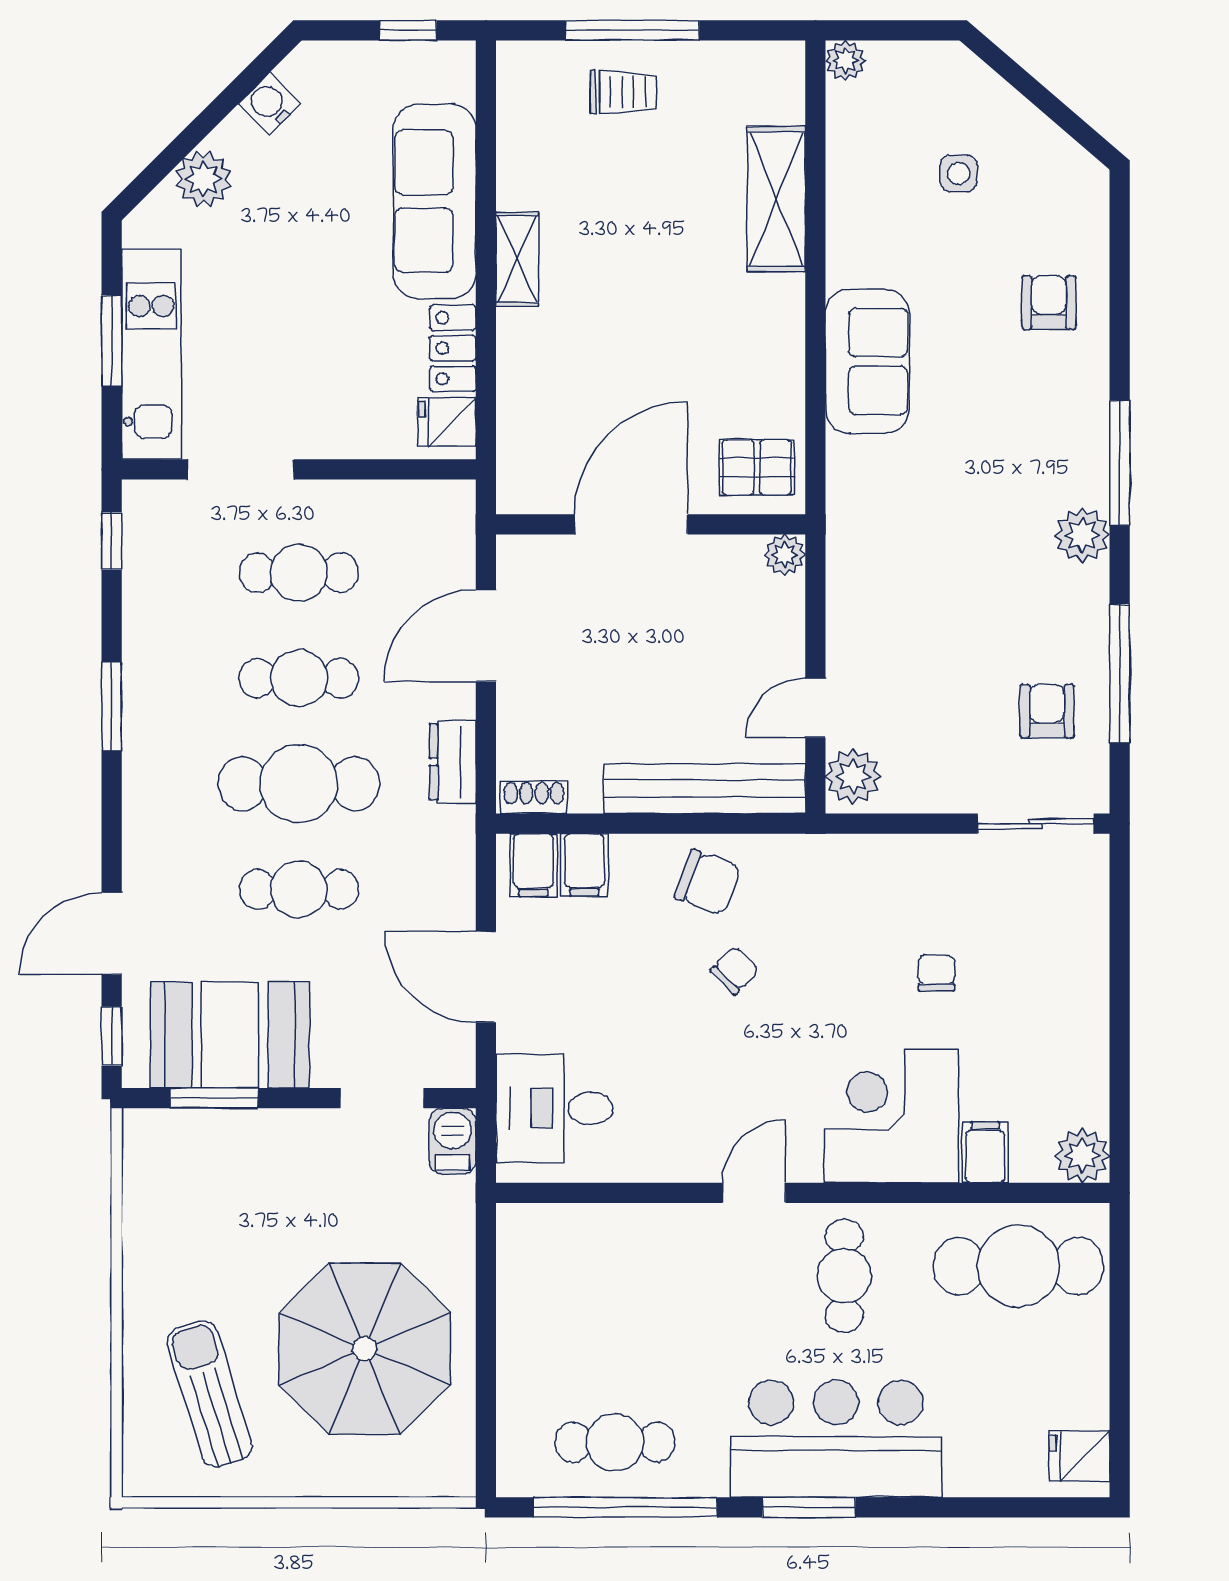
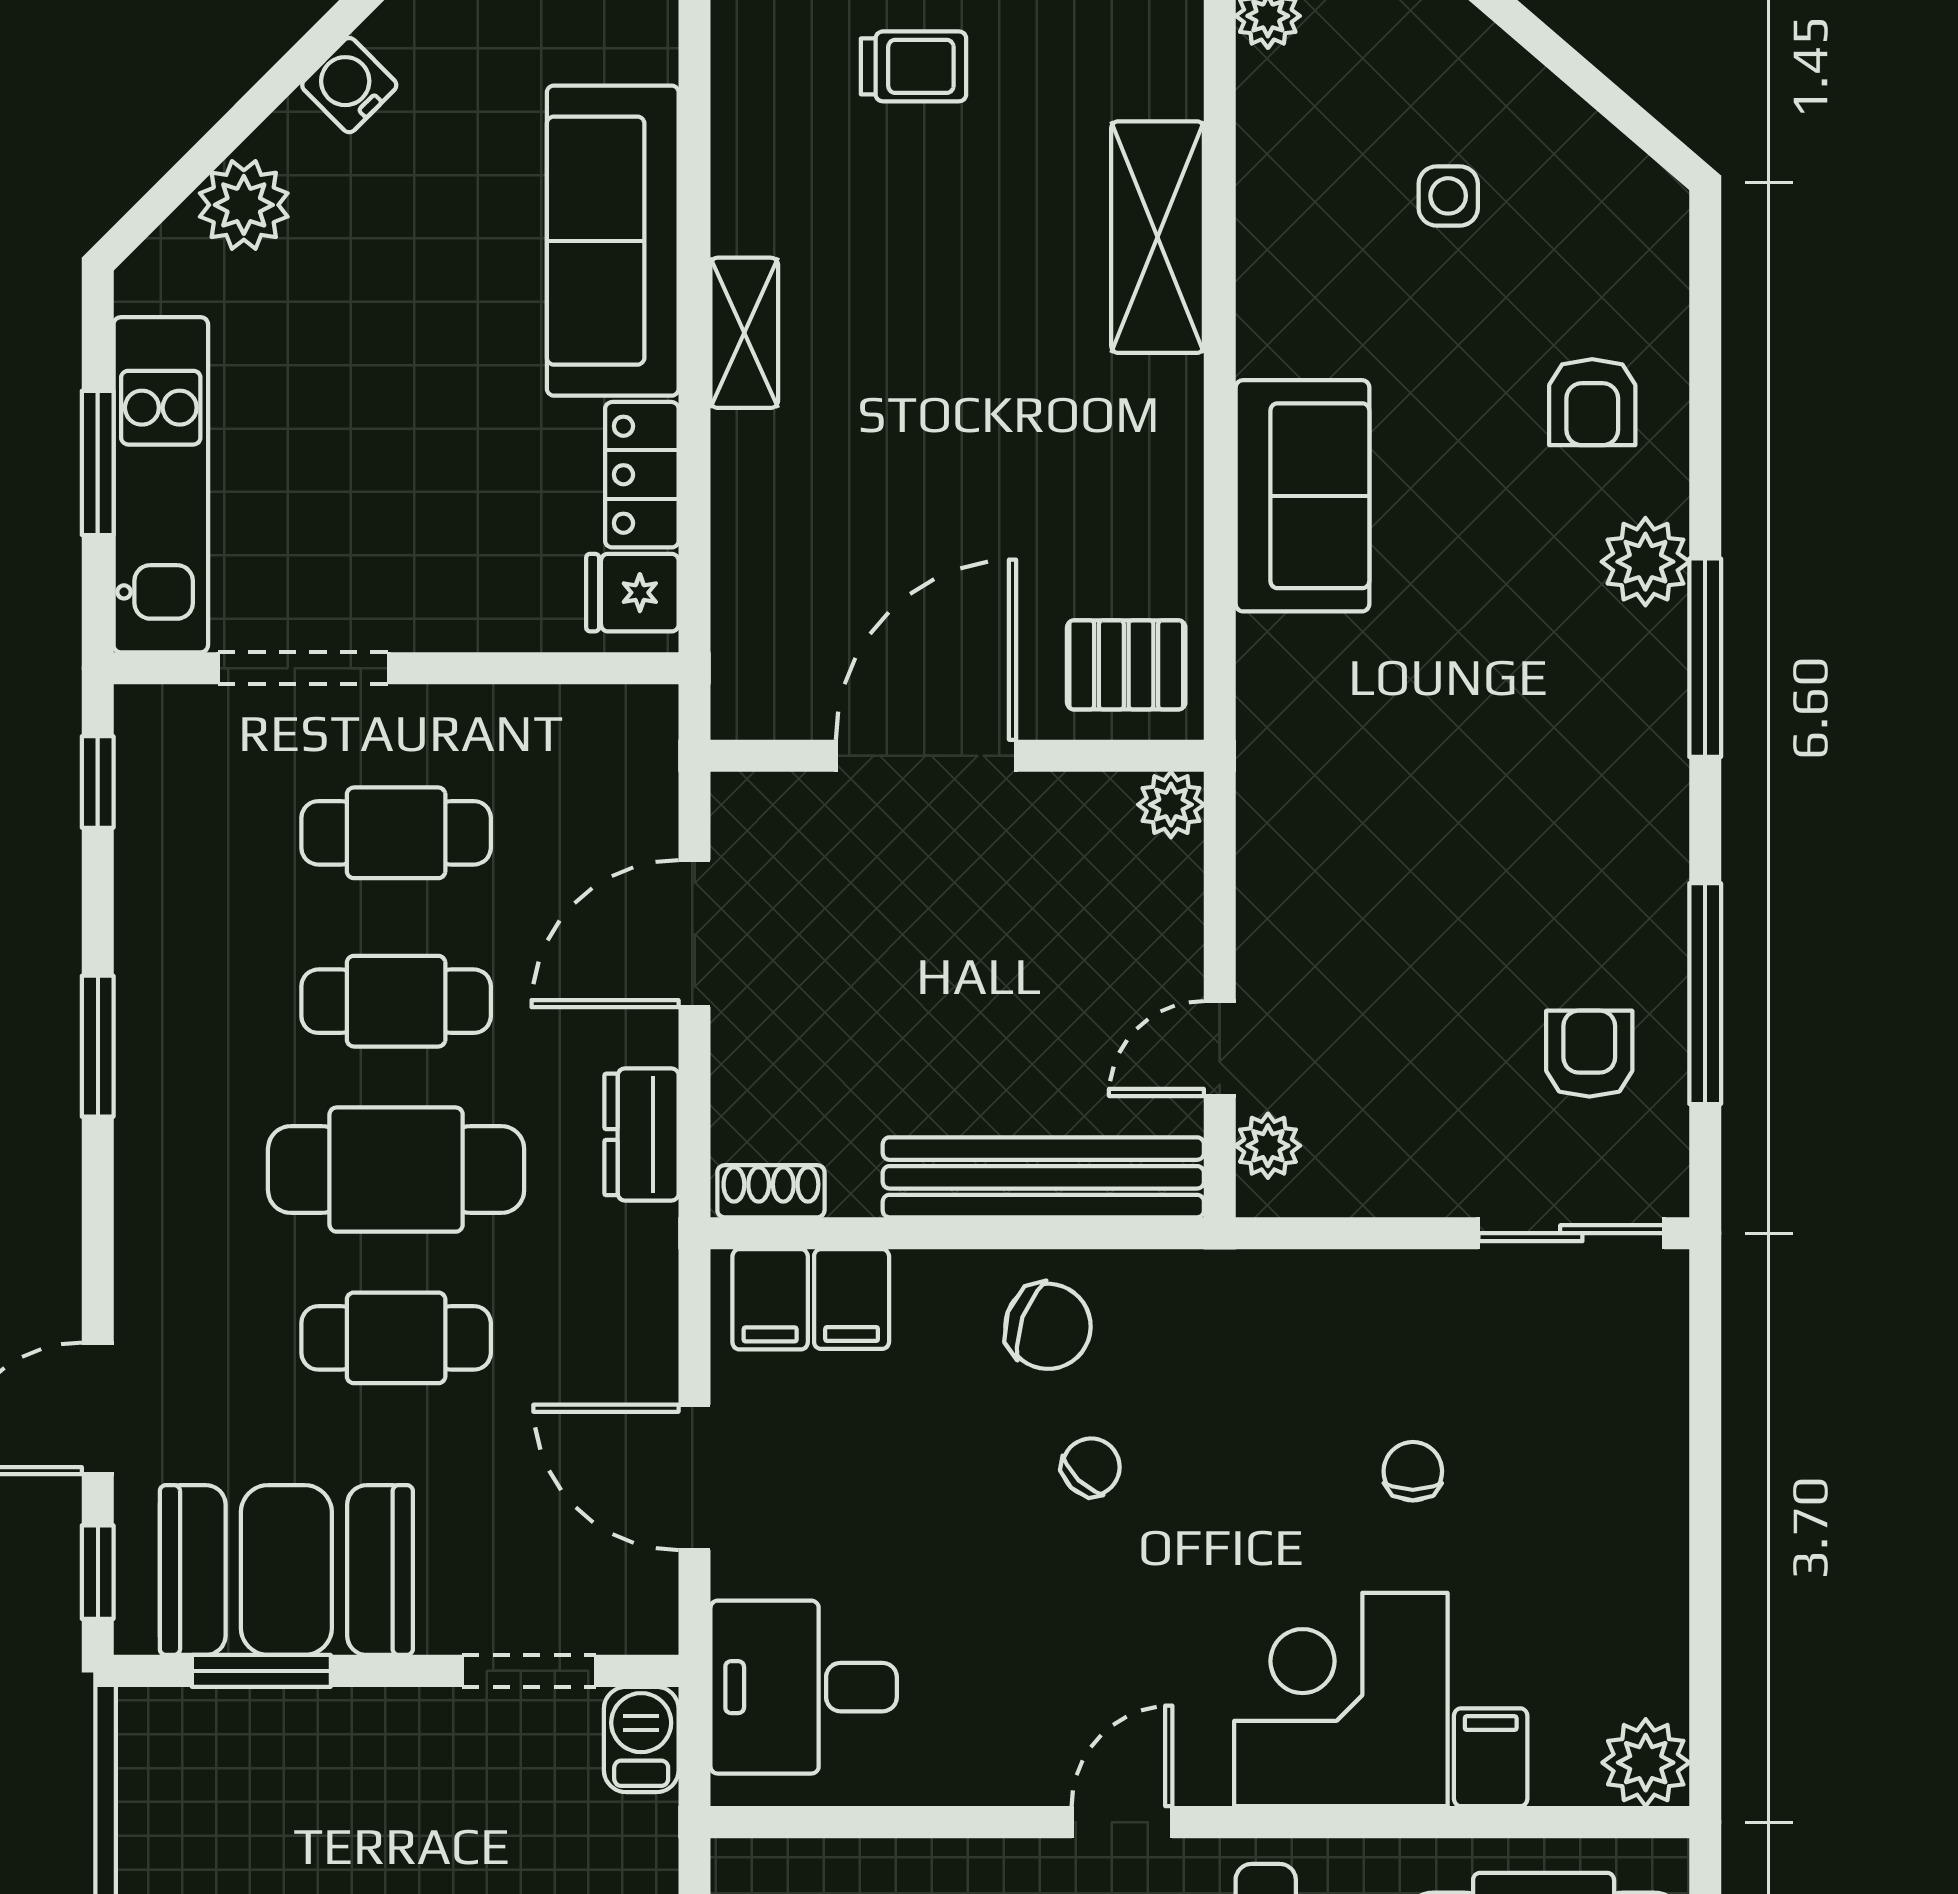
armchair: (1049, 303) -> (1592, 402), turned 180
plant: (1082, 535) -> (1645, 562), moved
plant: (853, 776) -> (1268, 1146), width x0.73, depth x0.73

